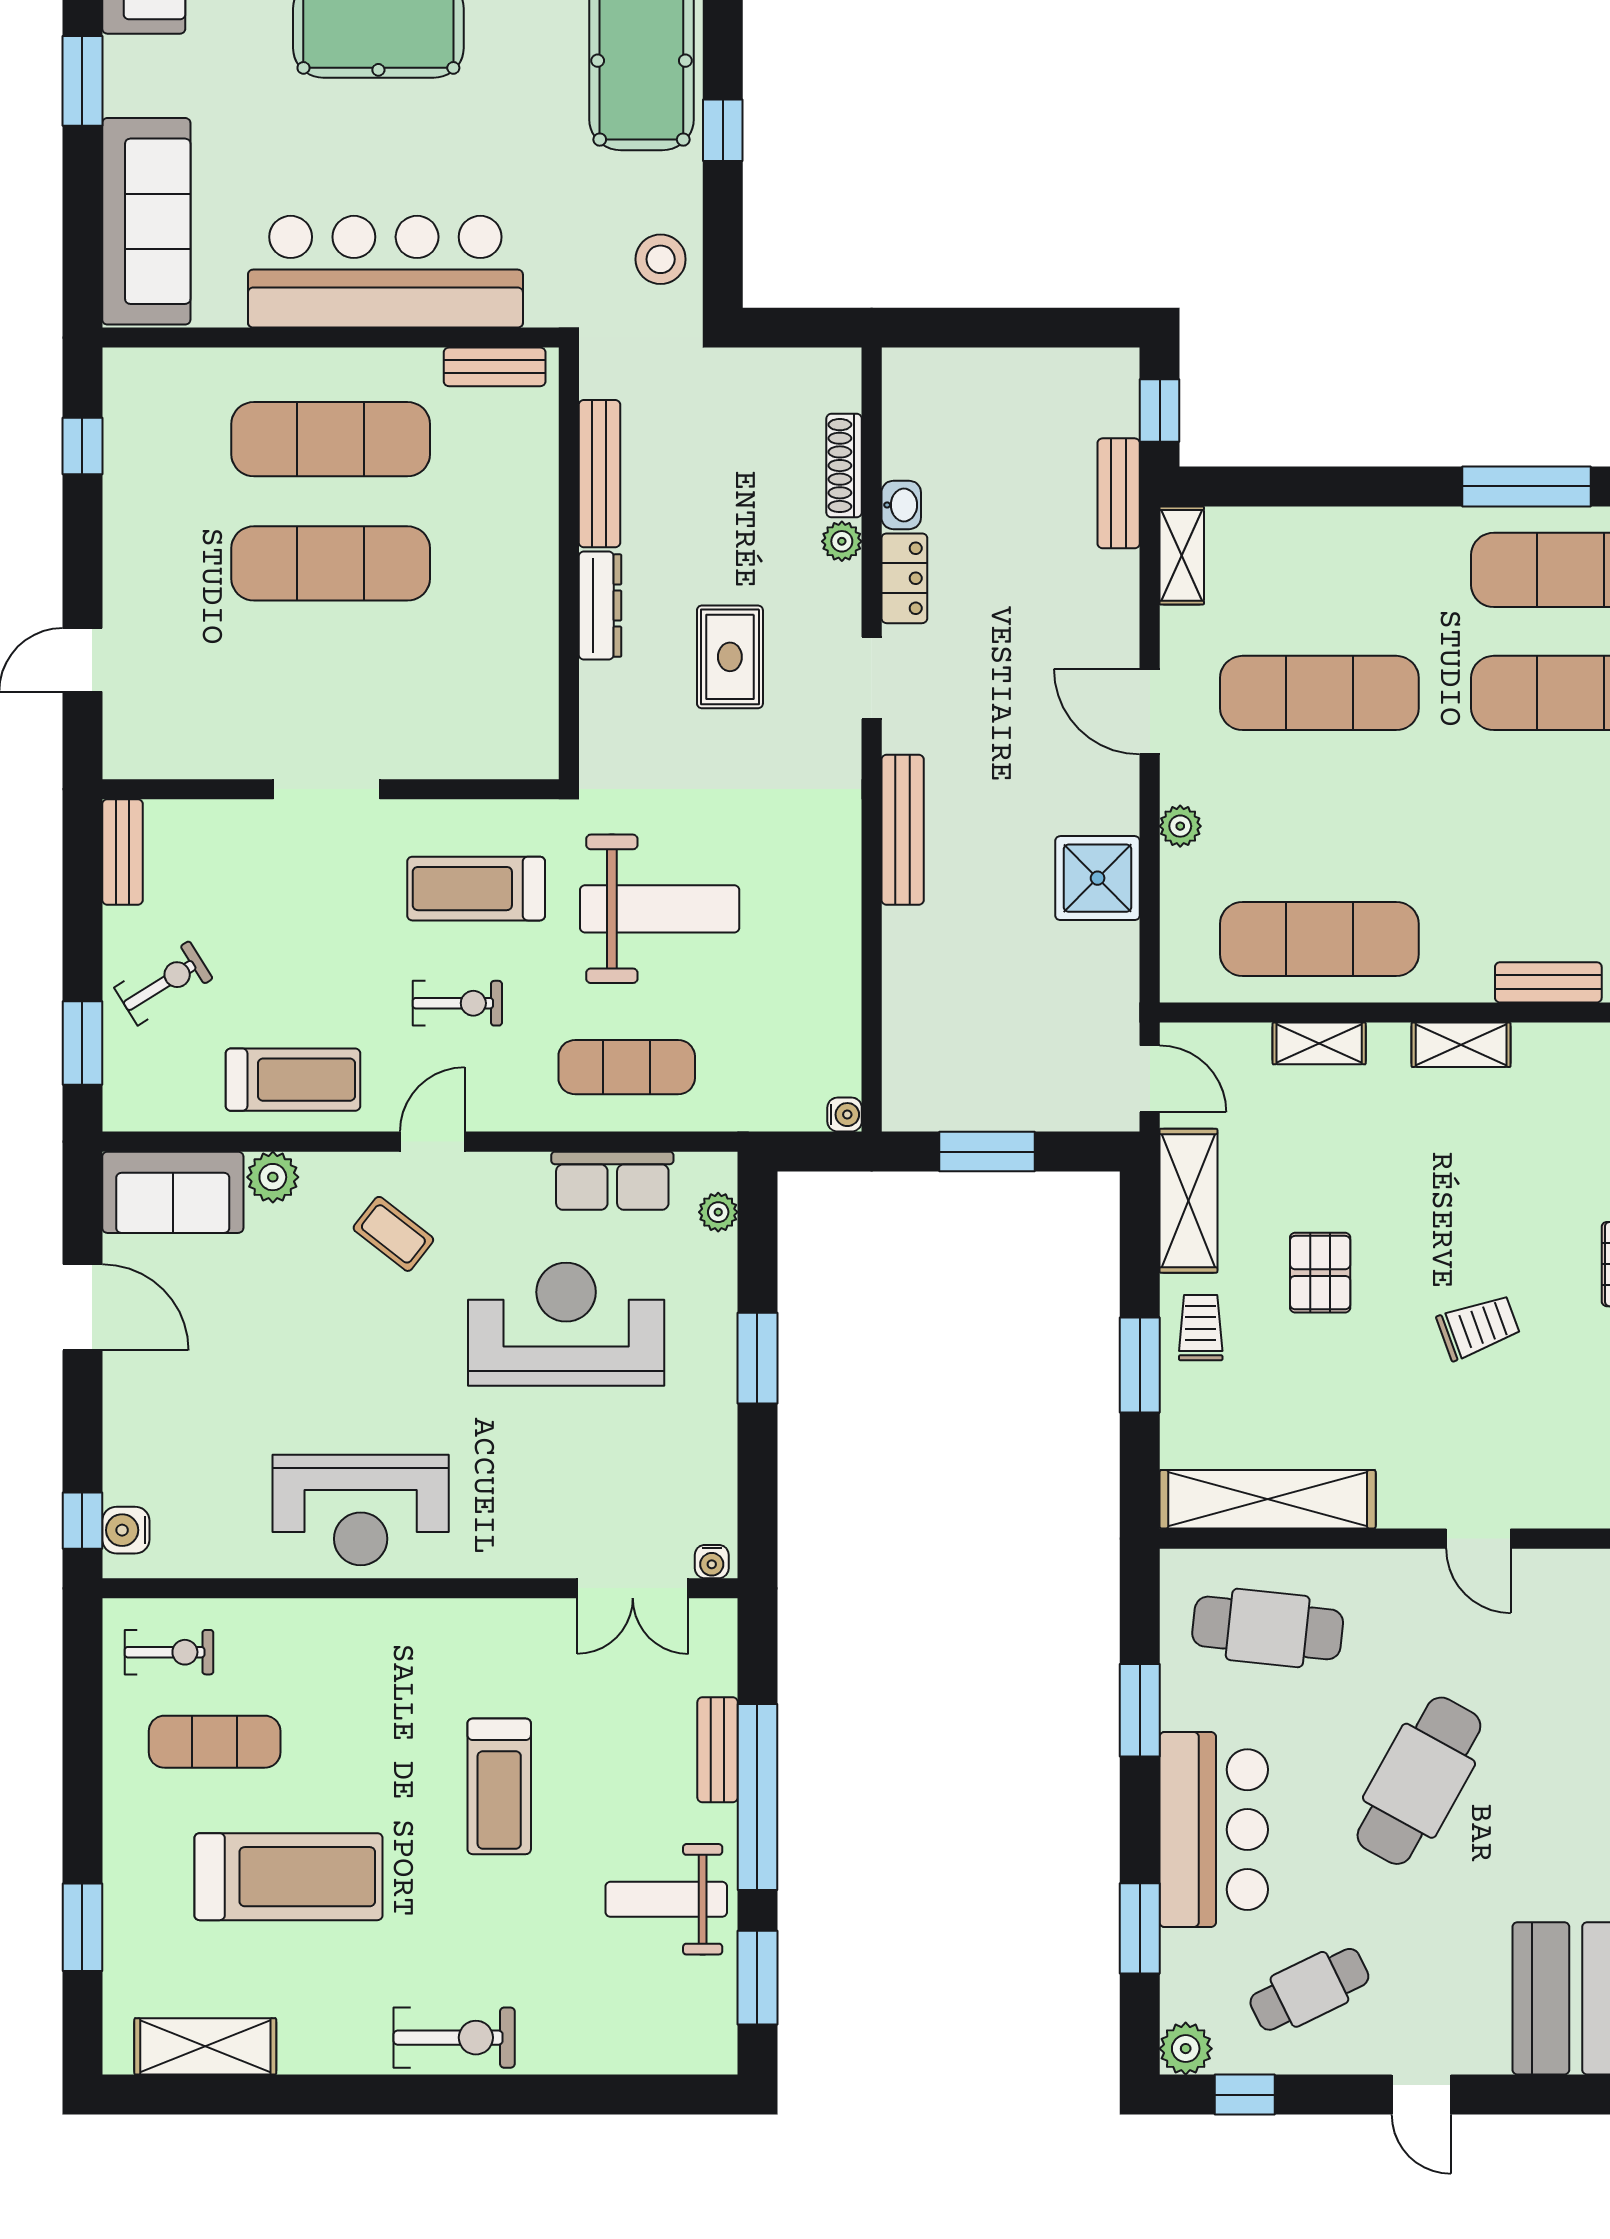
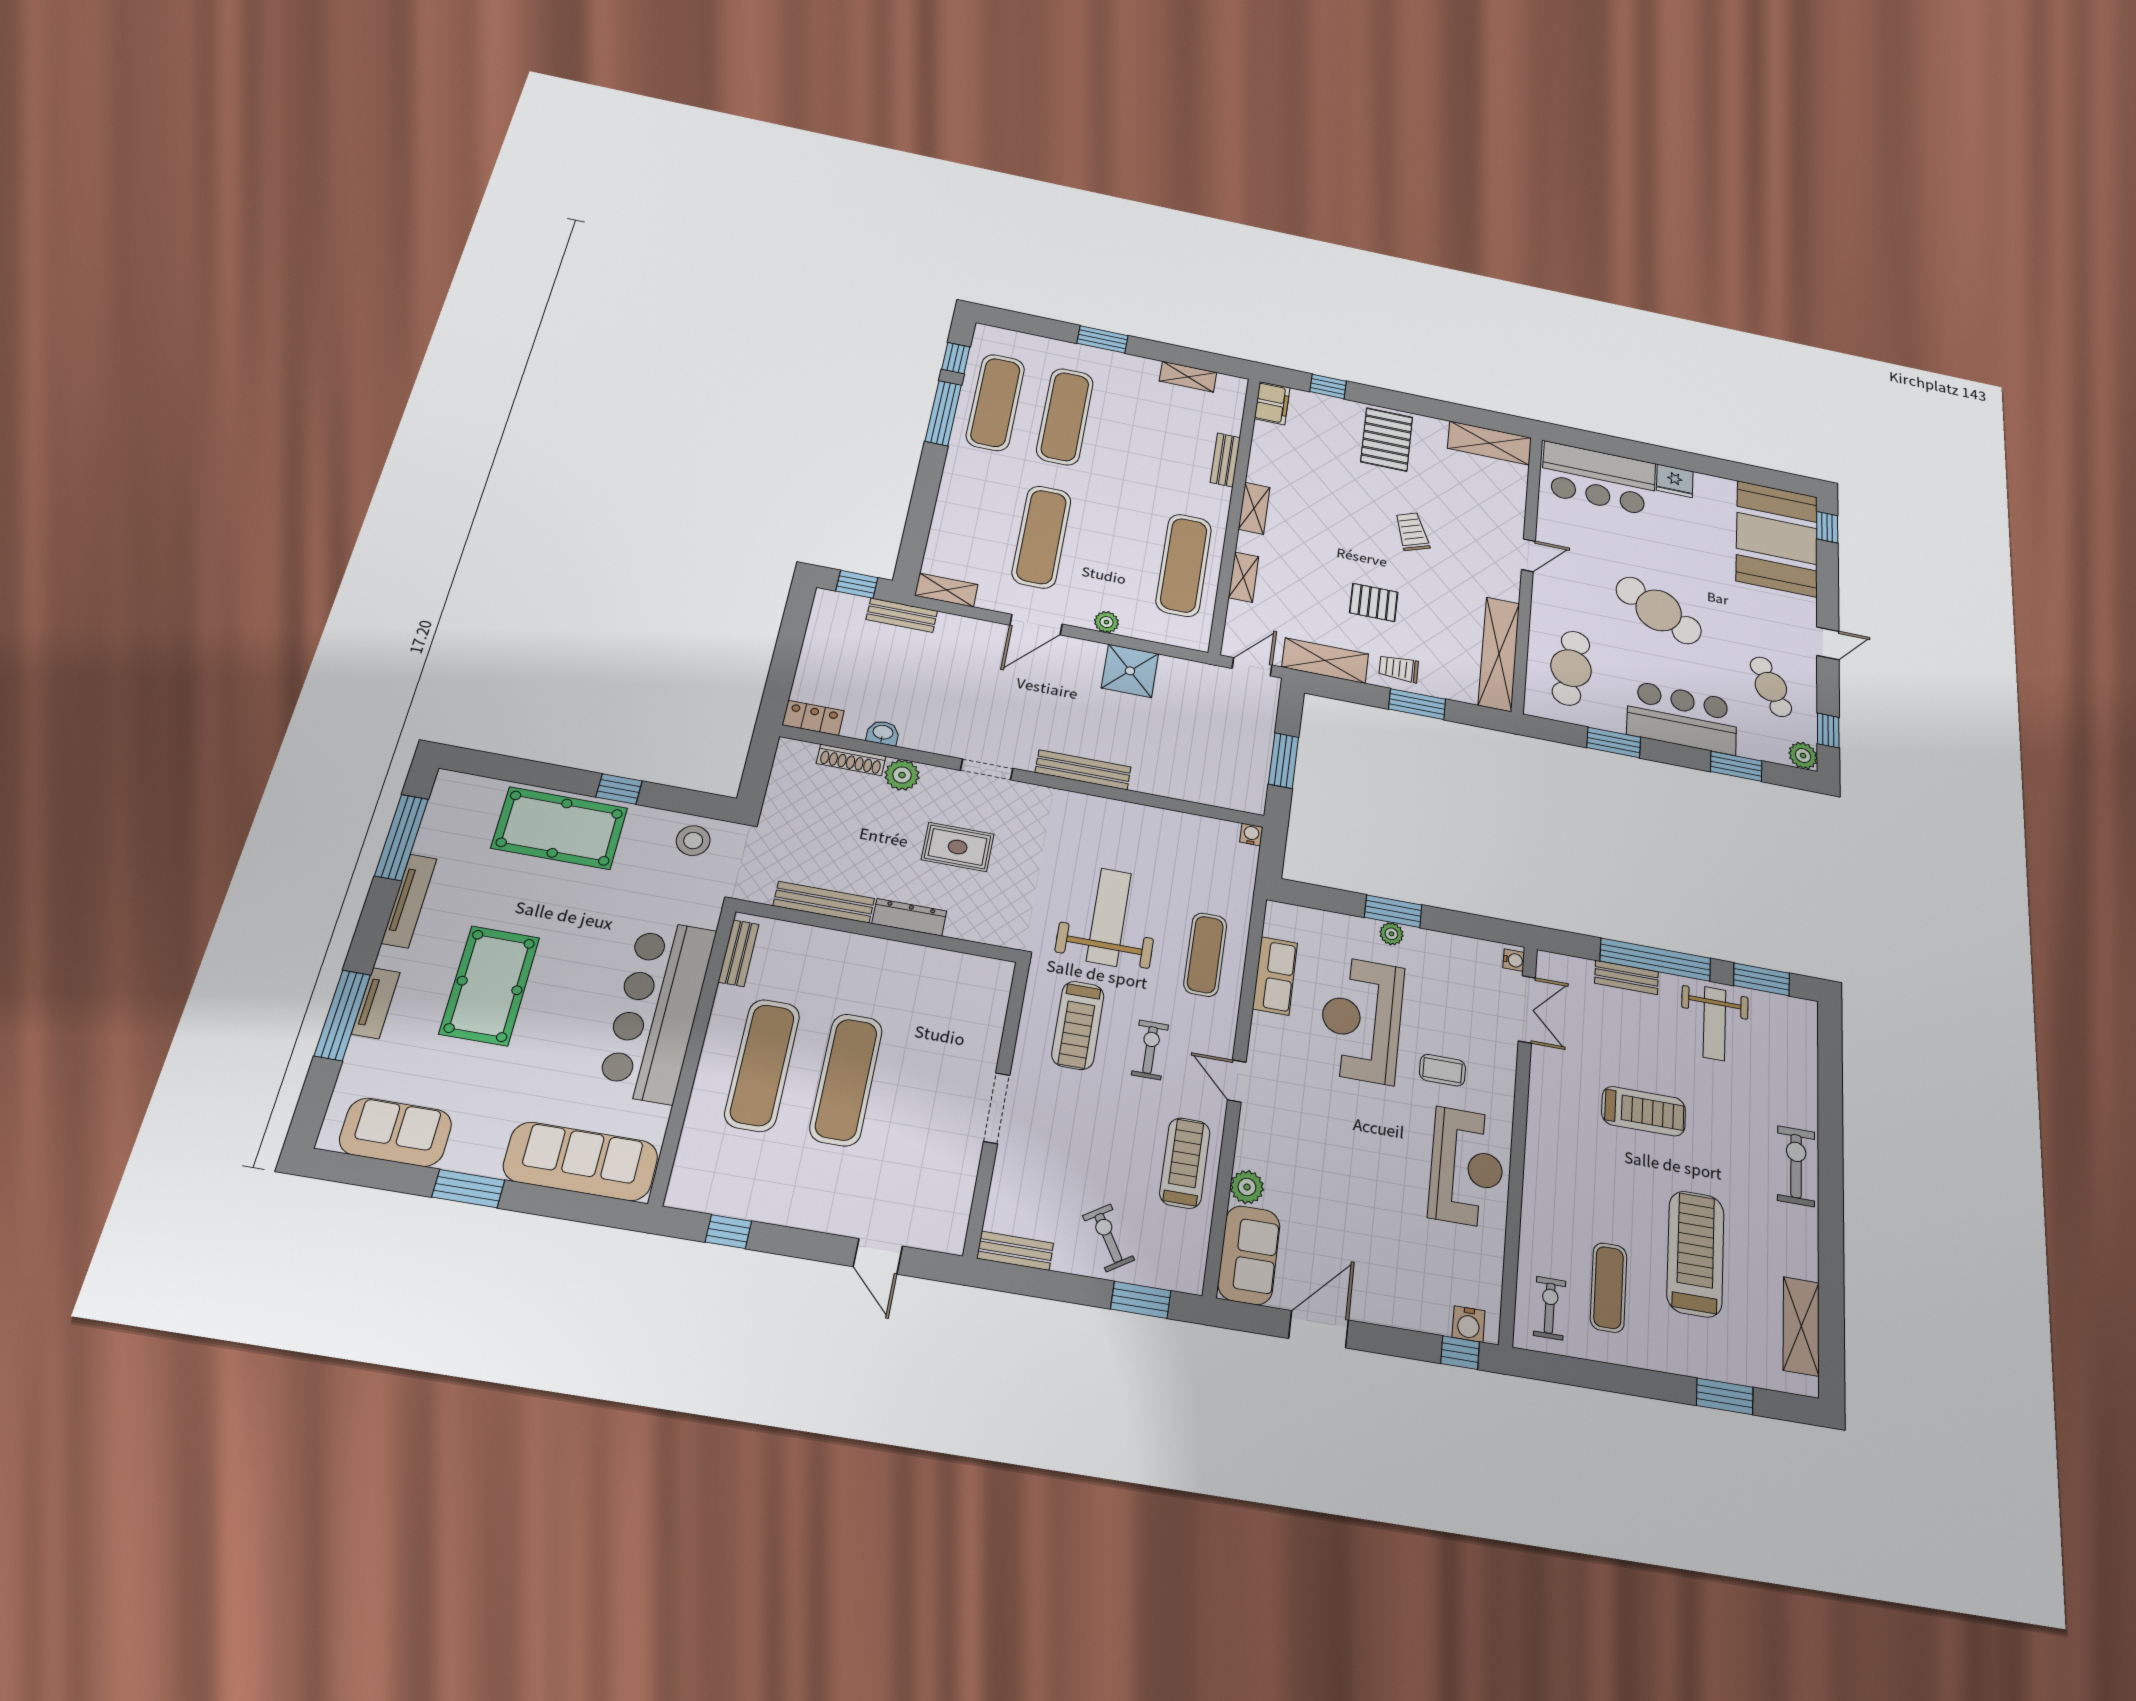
plant: (842, 541) -> (902, 775), width x1.38, depth x1.38
locker: (904, 578) -> (813, 718), moved
plant: (718, 1212) -> (1391, 934), moved
coffee table: (393, 1234) -> (1442, 1070), moved, turned 52

